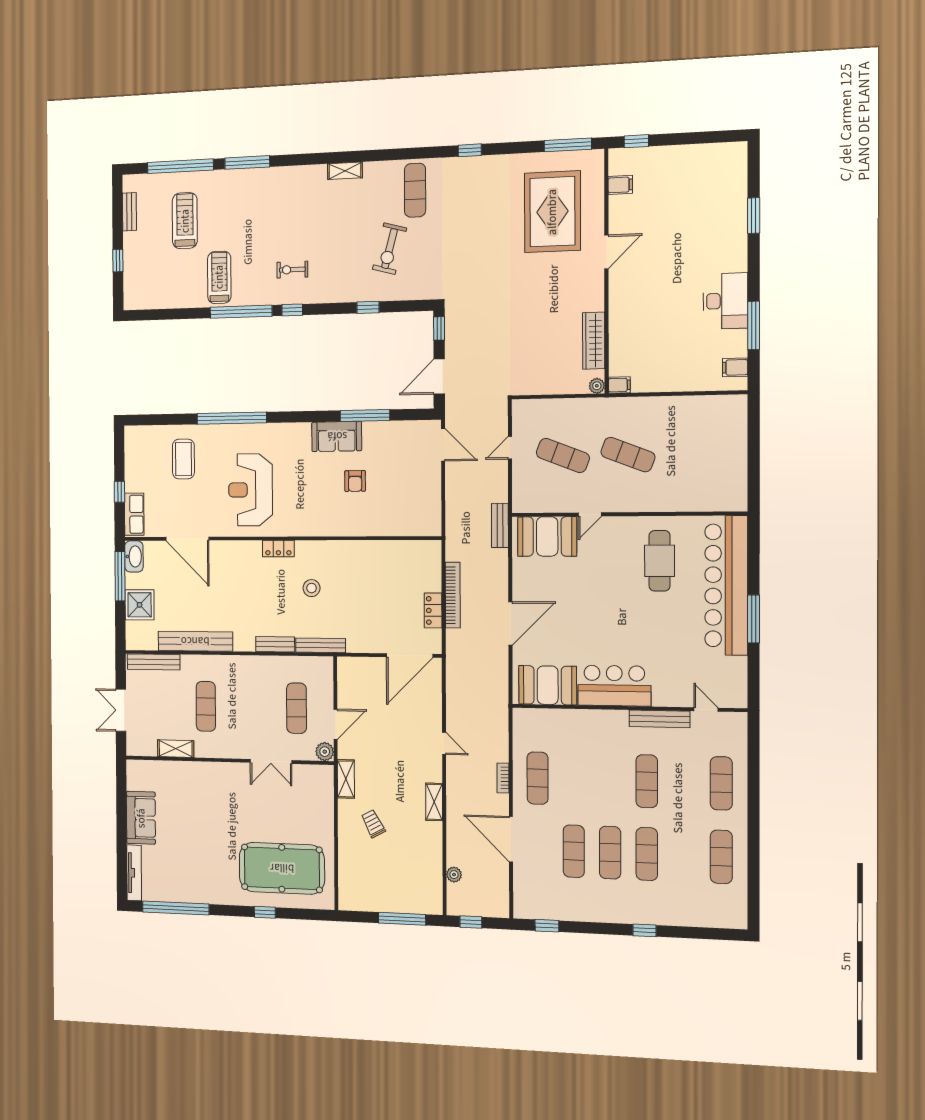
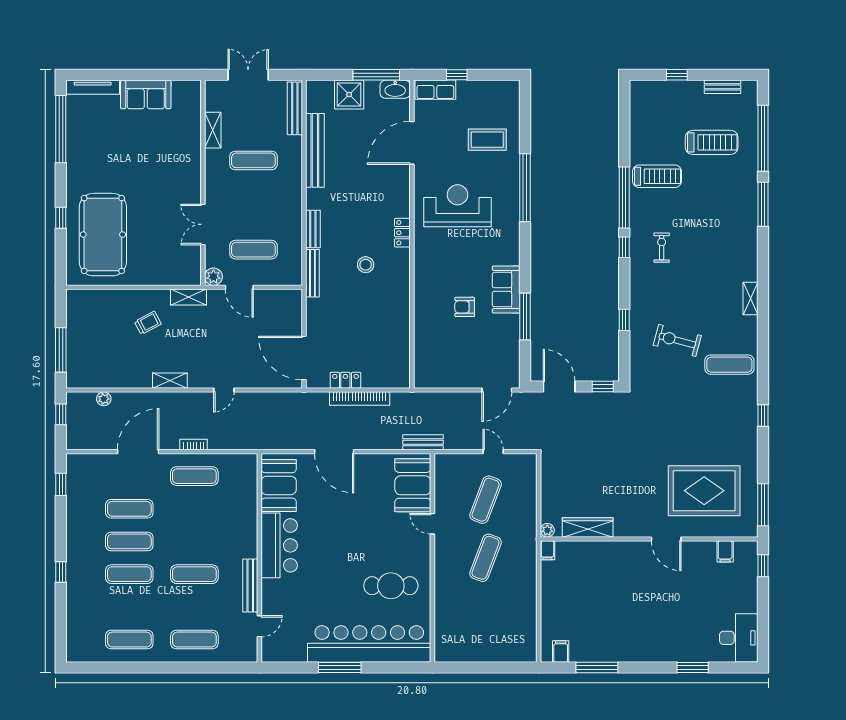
desk: (725, 301) -> (739, 638), moved, turned -90

